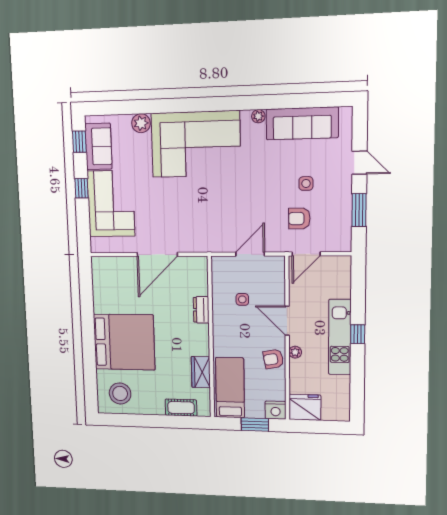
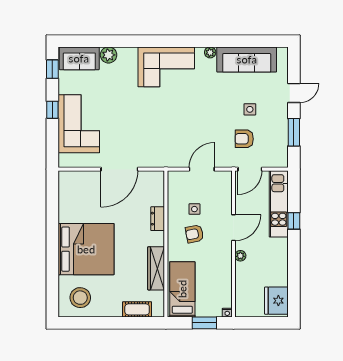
corner sofa: (196, 144) -> (166, 67), width x0.73, depth x0.74
sofa: (98, 146) -> (79, 58), moved, turned 90
door: (359, 163) -> (294, 93), hinge flipped
door: (287, 321) -> (233, 228), swing flipped
window: (358, 334) -> (294, 221), moved
kitchen unit: (340, 337) -> (279, 204), moved
armchair: (273, 359) -> (194, 234), moved
wardrobe: (201, 372) -> (156, 268), width x1.50
fridge: (305, 407) -> (276, 301), moved, turned -90
nightstand: (276, 410) -> (227, 313), width x0.53, depth x0.56

